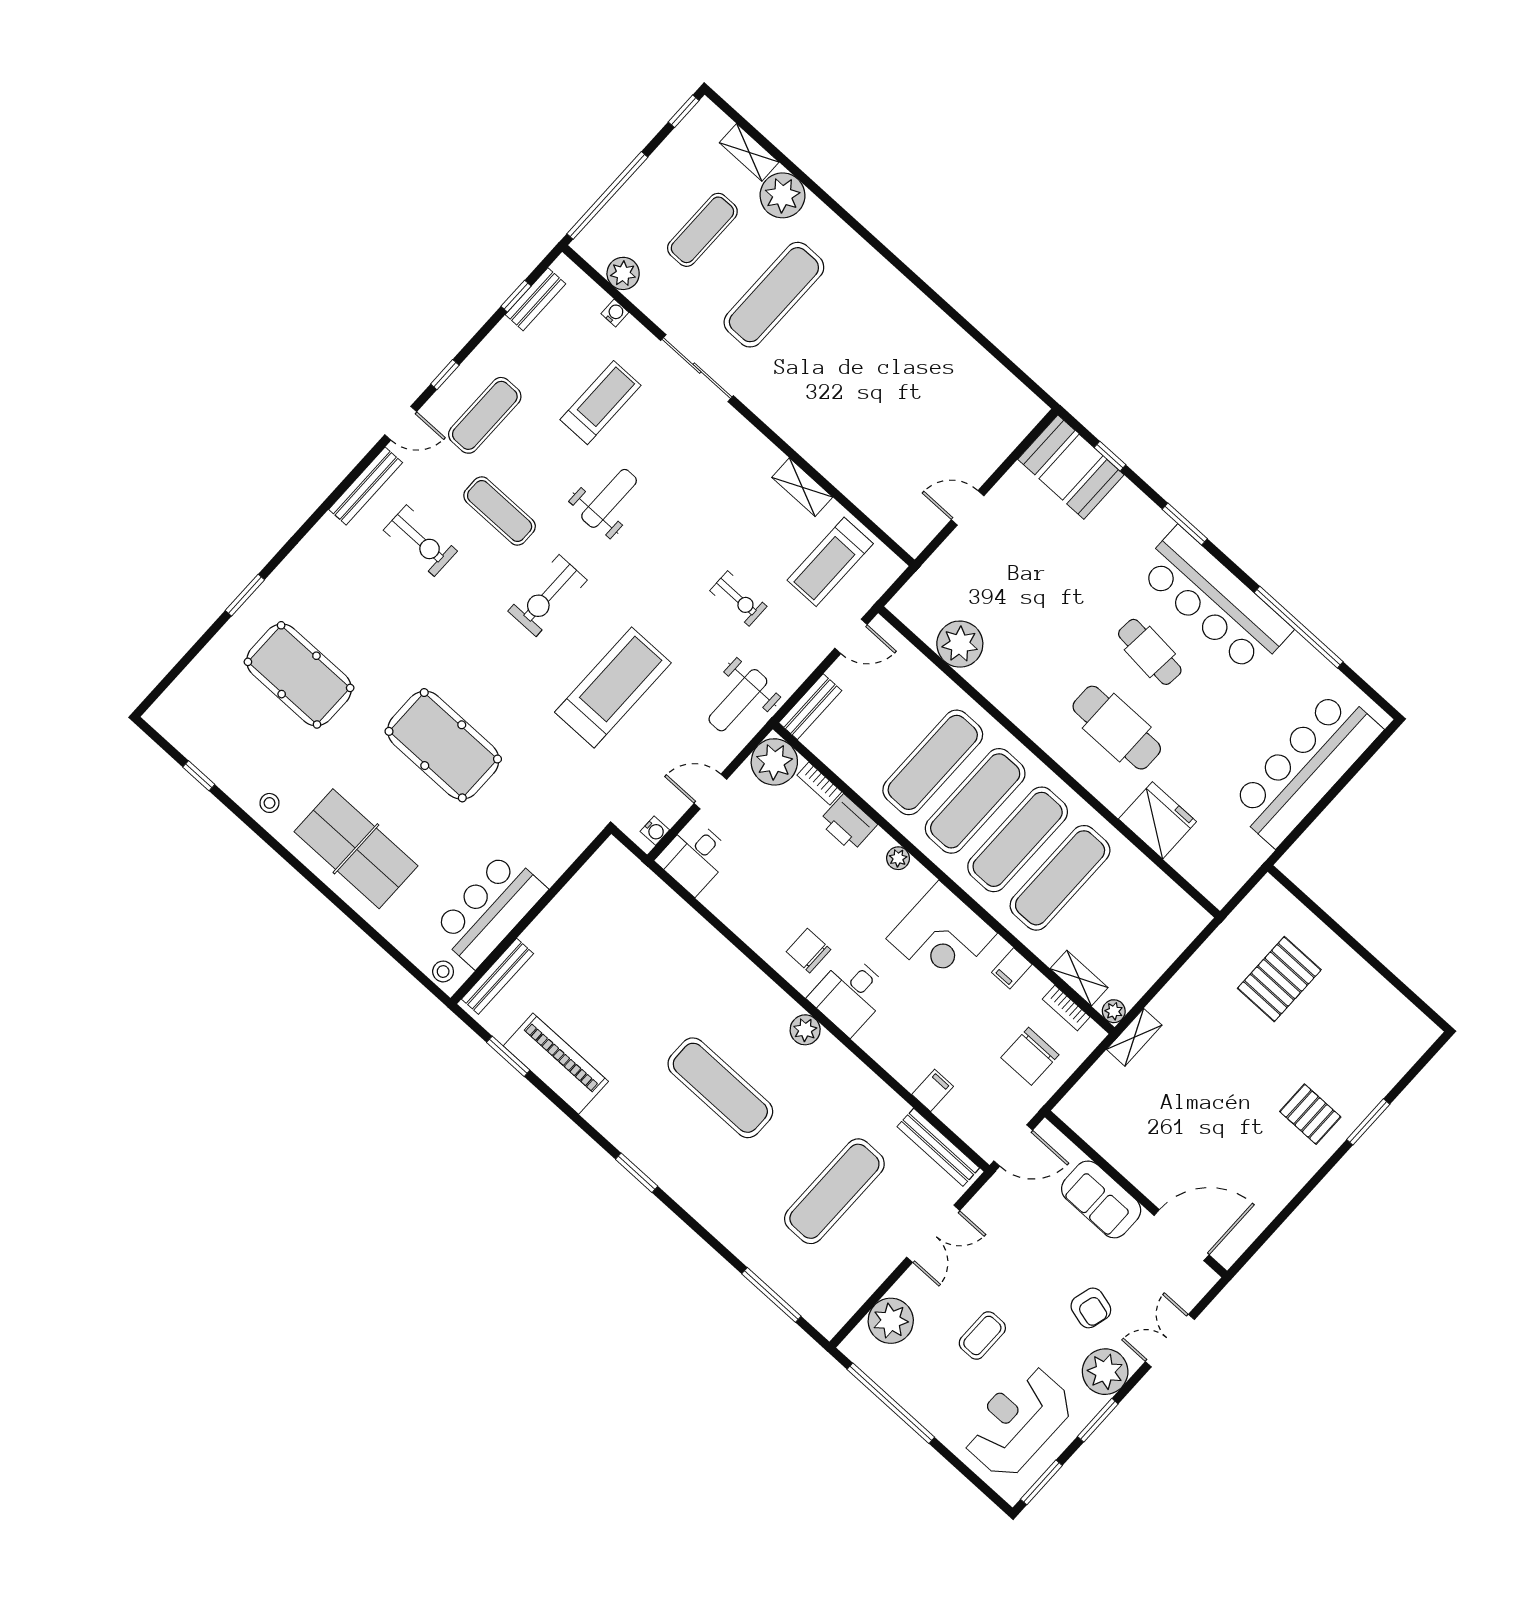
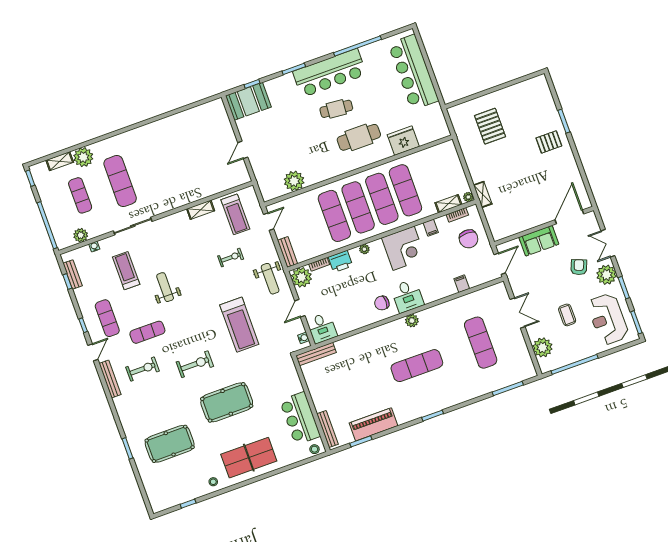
exercise bike: (548, 596) -> (195, 364), moved, turned -90
treadmill: (613, 687) -> (239, 325), turned 180
bench: (938, 1147) -> (316, 354), moved
armchair: (1091, 1308) -> (579, 267), turned -83

